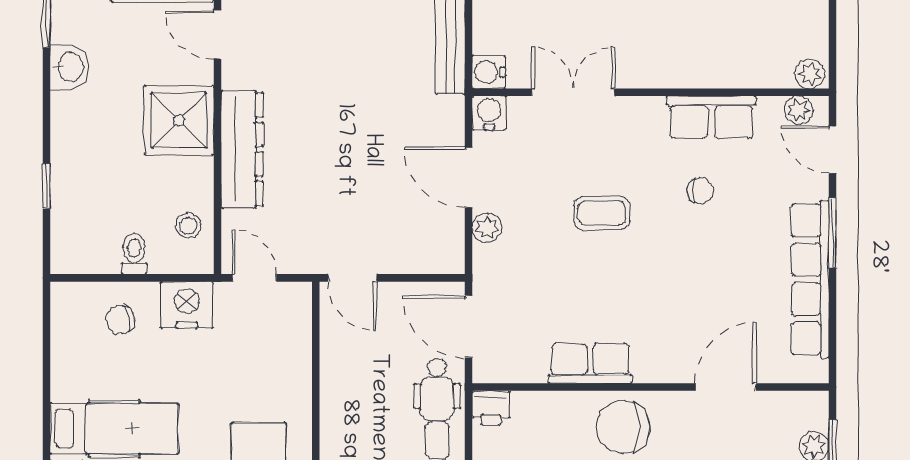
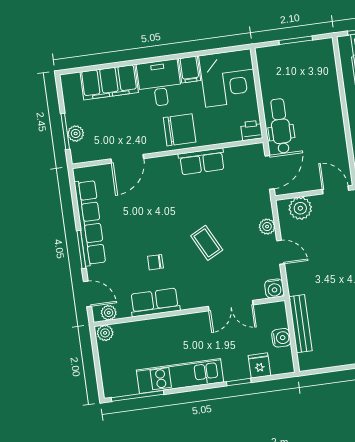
water cooler: (489, 72) -> (281, 338), moved
door: (469, 177) -> (281, 252), width x0.73
coffee table: (602, 213) -> (207, 243), turned 63
plant: (421, 253) -> (300, 208), added
door: (469, 326) -> (270, 172), hinge flipped

